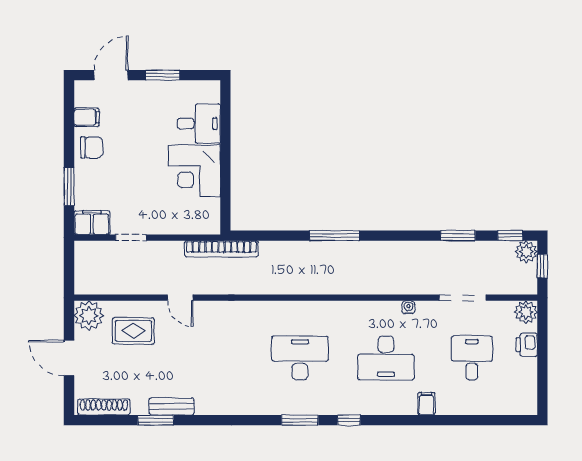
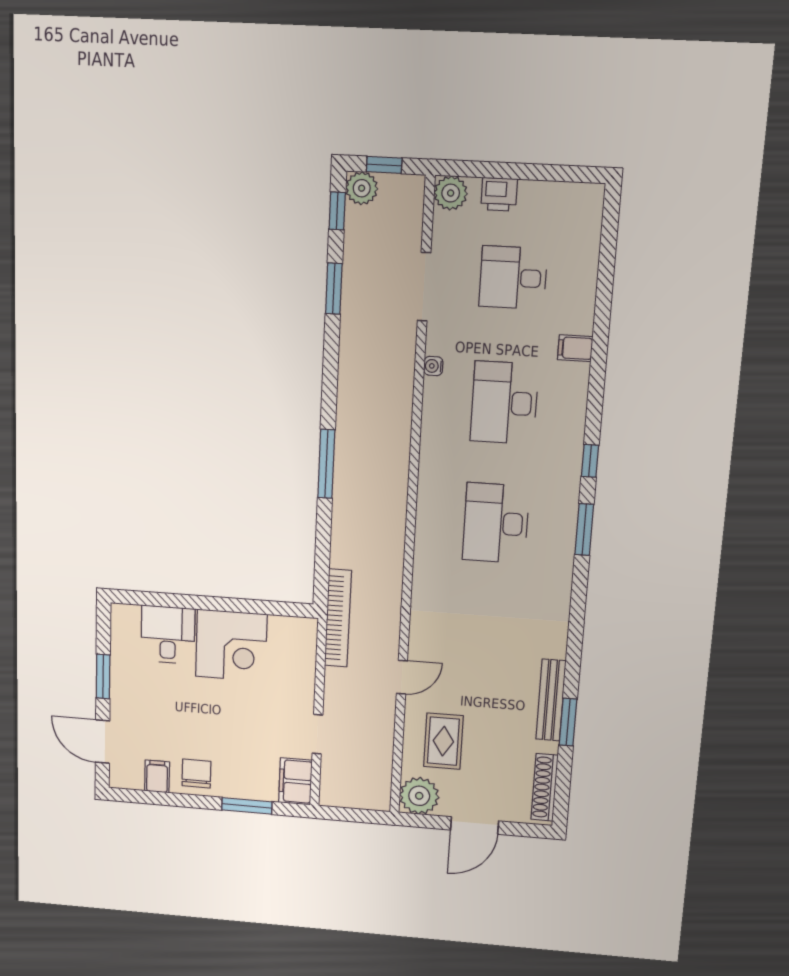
desk: (386, 358) -> (504, 403), turned 180
bench: (172, 406) -> (551, 700), width x1.36

